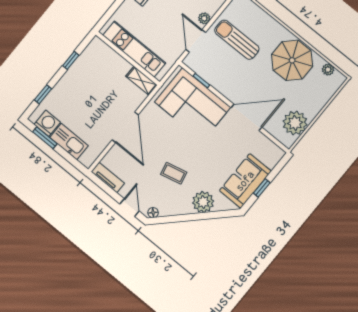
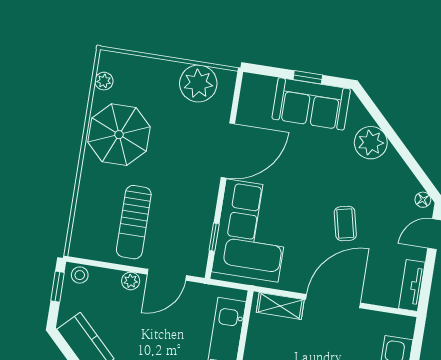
shelving: (141, 81) -> (280, 306), moved, turned 90
door: (247, 117) -> (228, 150), swing flipped
coffee table: (174, 173) -> (345, 223), moved

